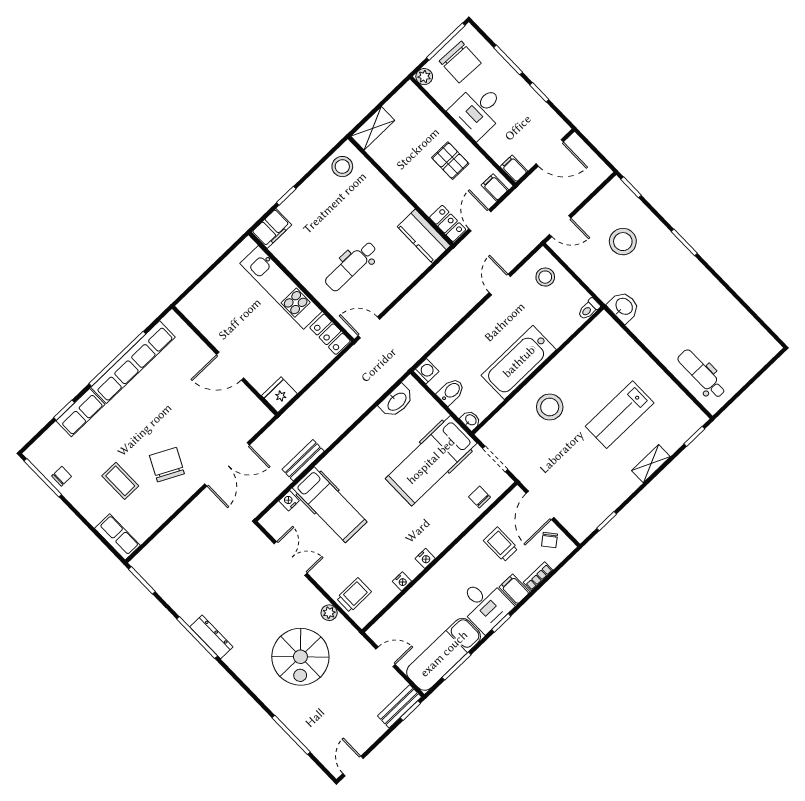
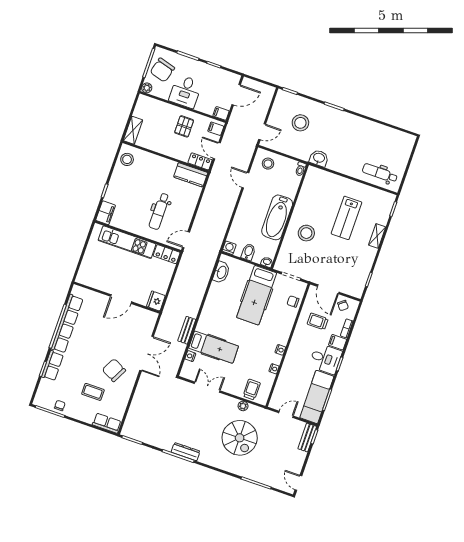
chair: (460, 62) -> (162, 70), turned 104
pallet: (450, 161) -> (184, 126), turned 90

